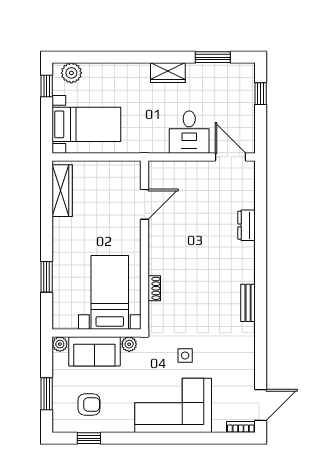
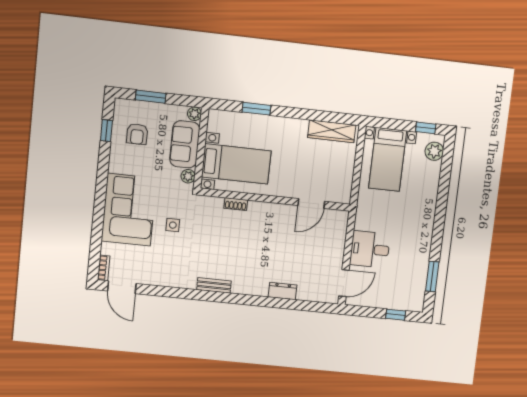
wardrobe: (168, 73) -> (424, 236), removed
door: (145, 204) -> (311, 203), hinge flipped

